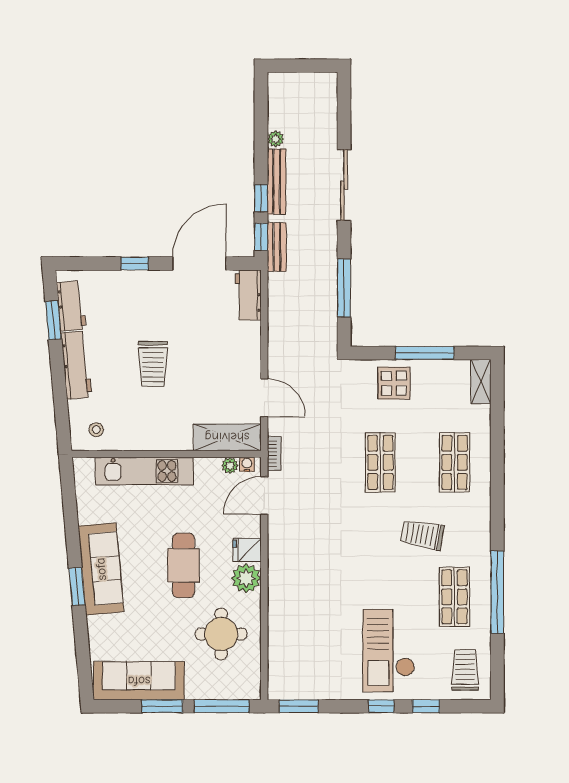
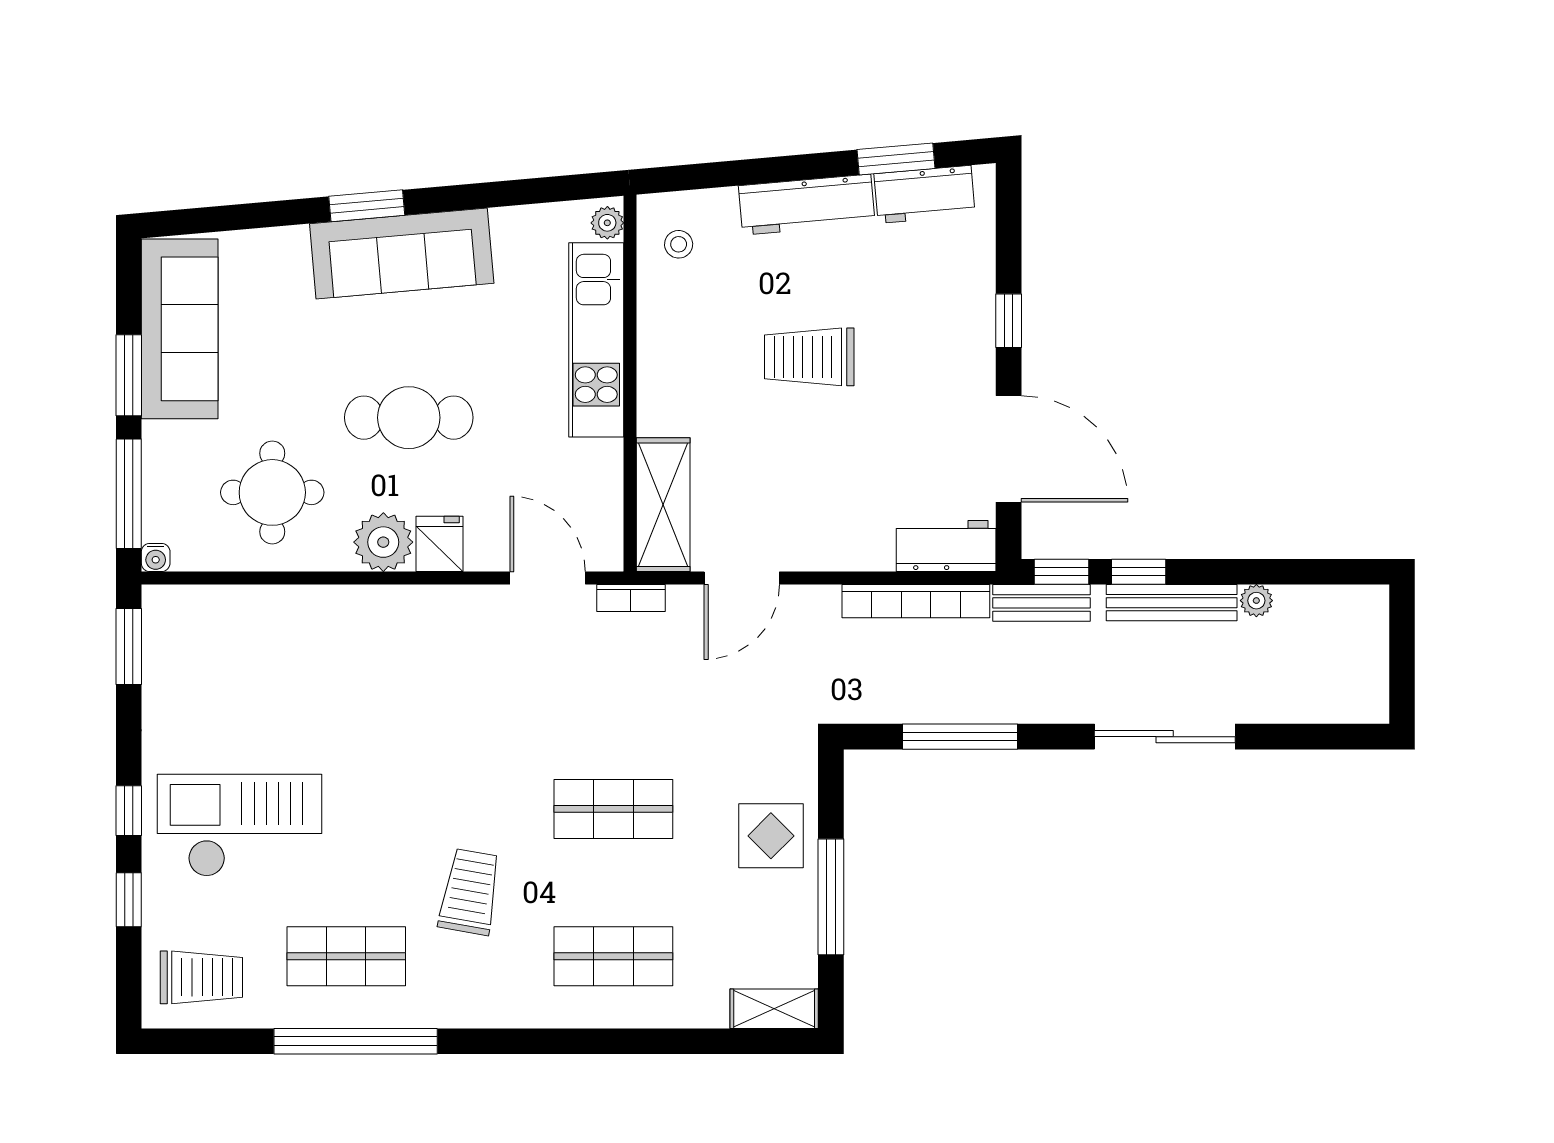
bookcase: (276, 310) -> (916, 601), added
water cooler: (247, 464) -> (156, 557), moved, turned 90
plant: (230, 465) -> (607, 223), moved

